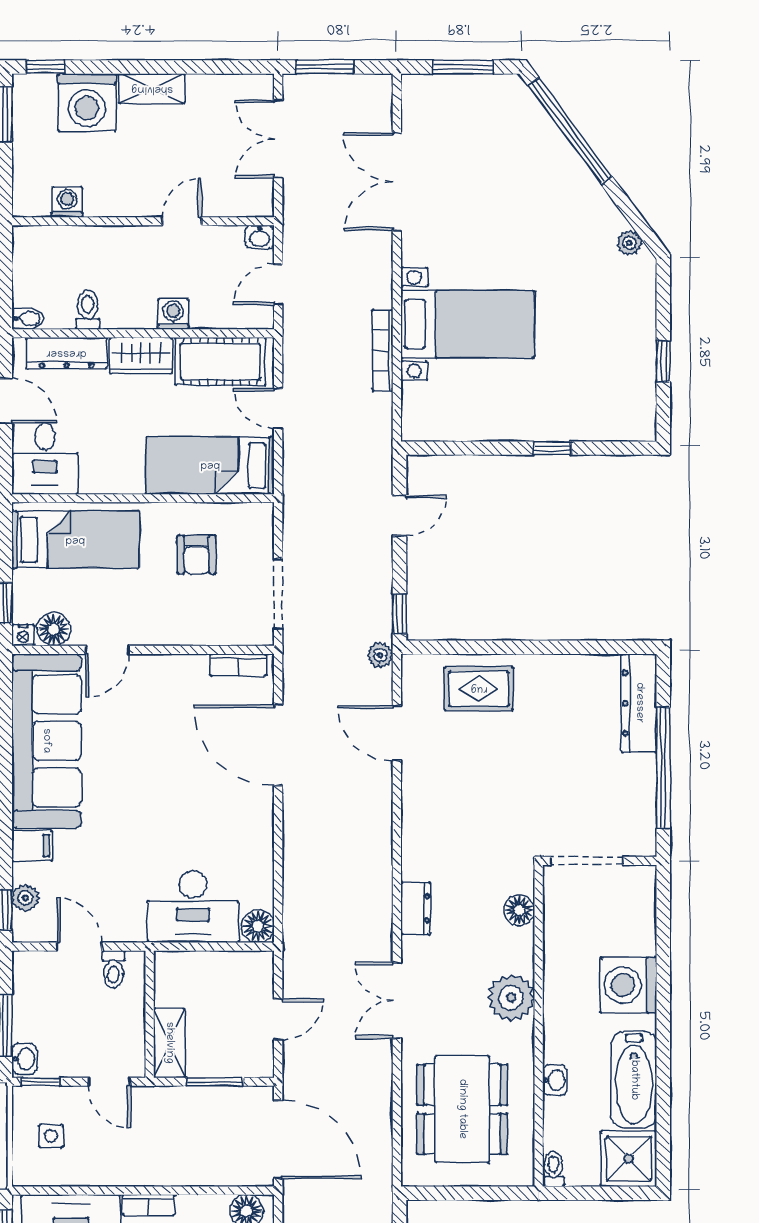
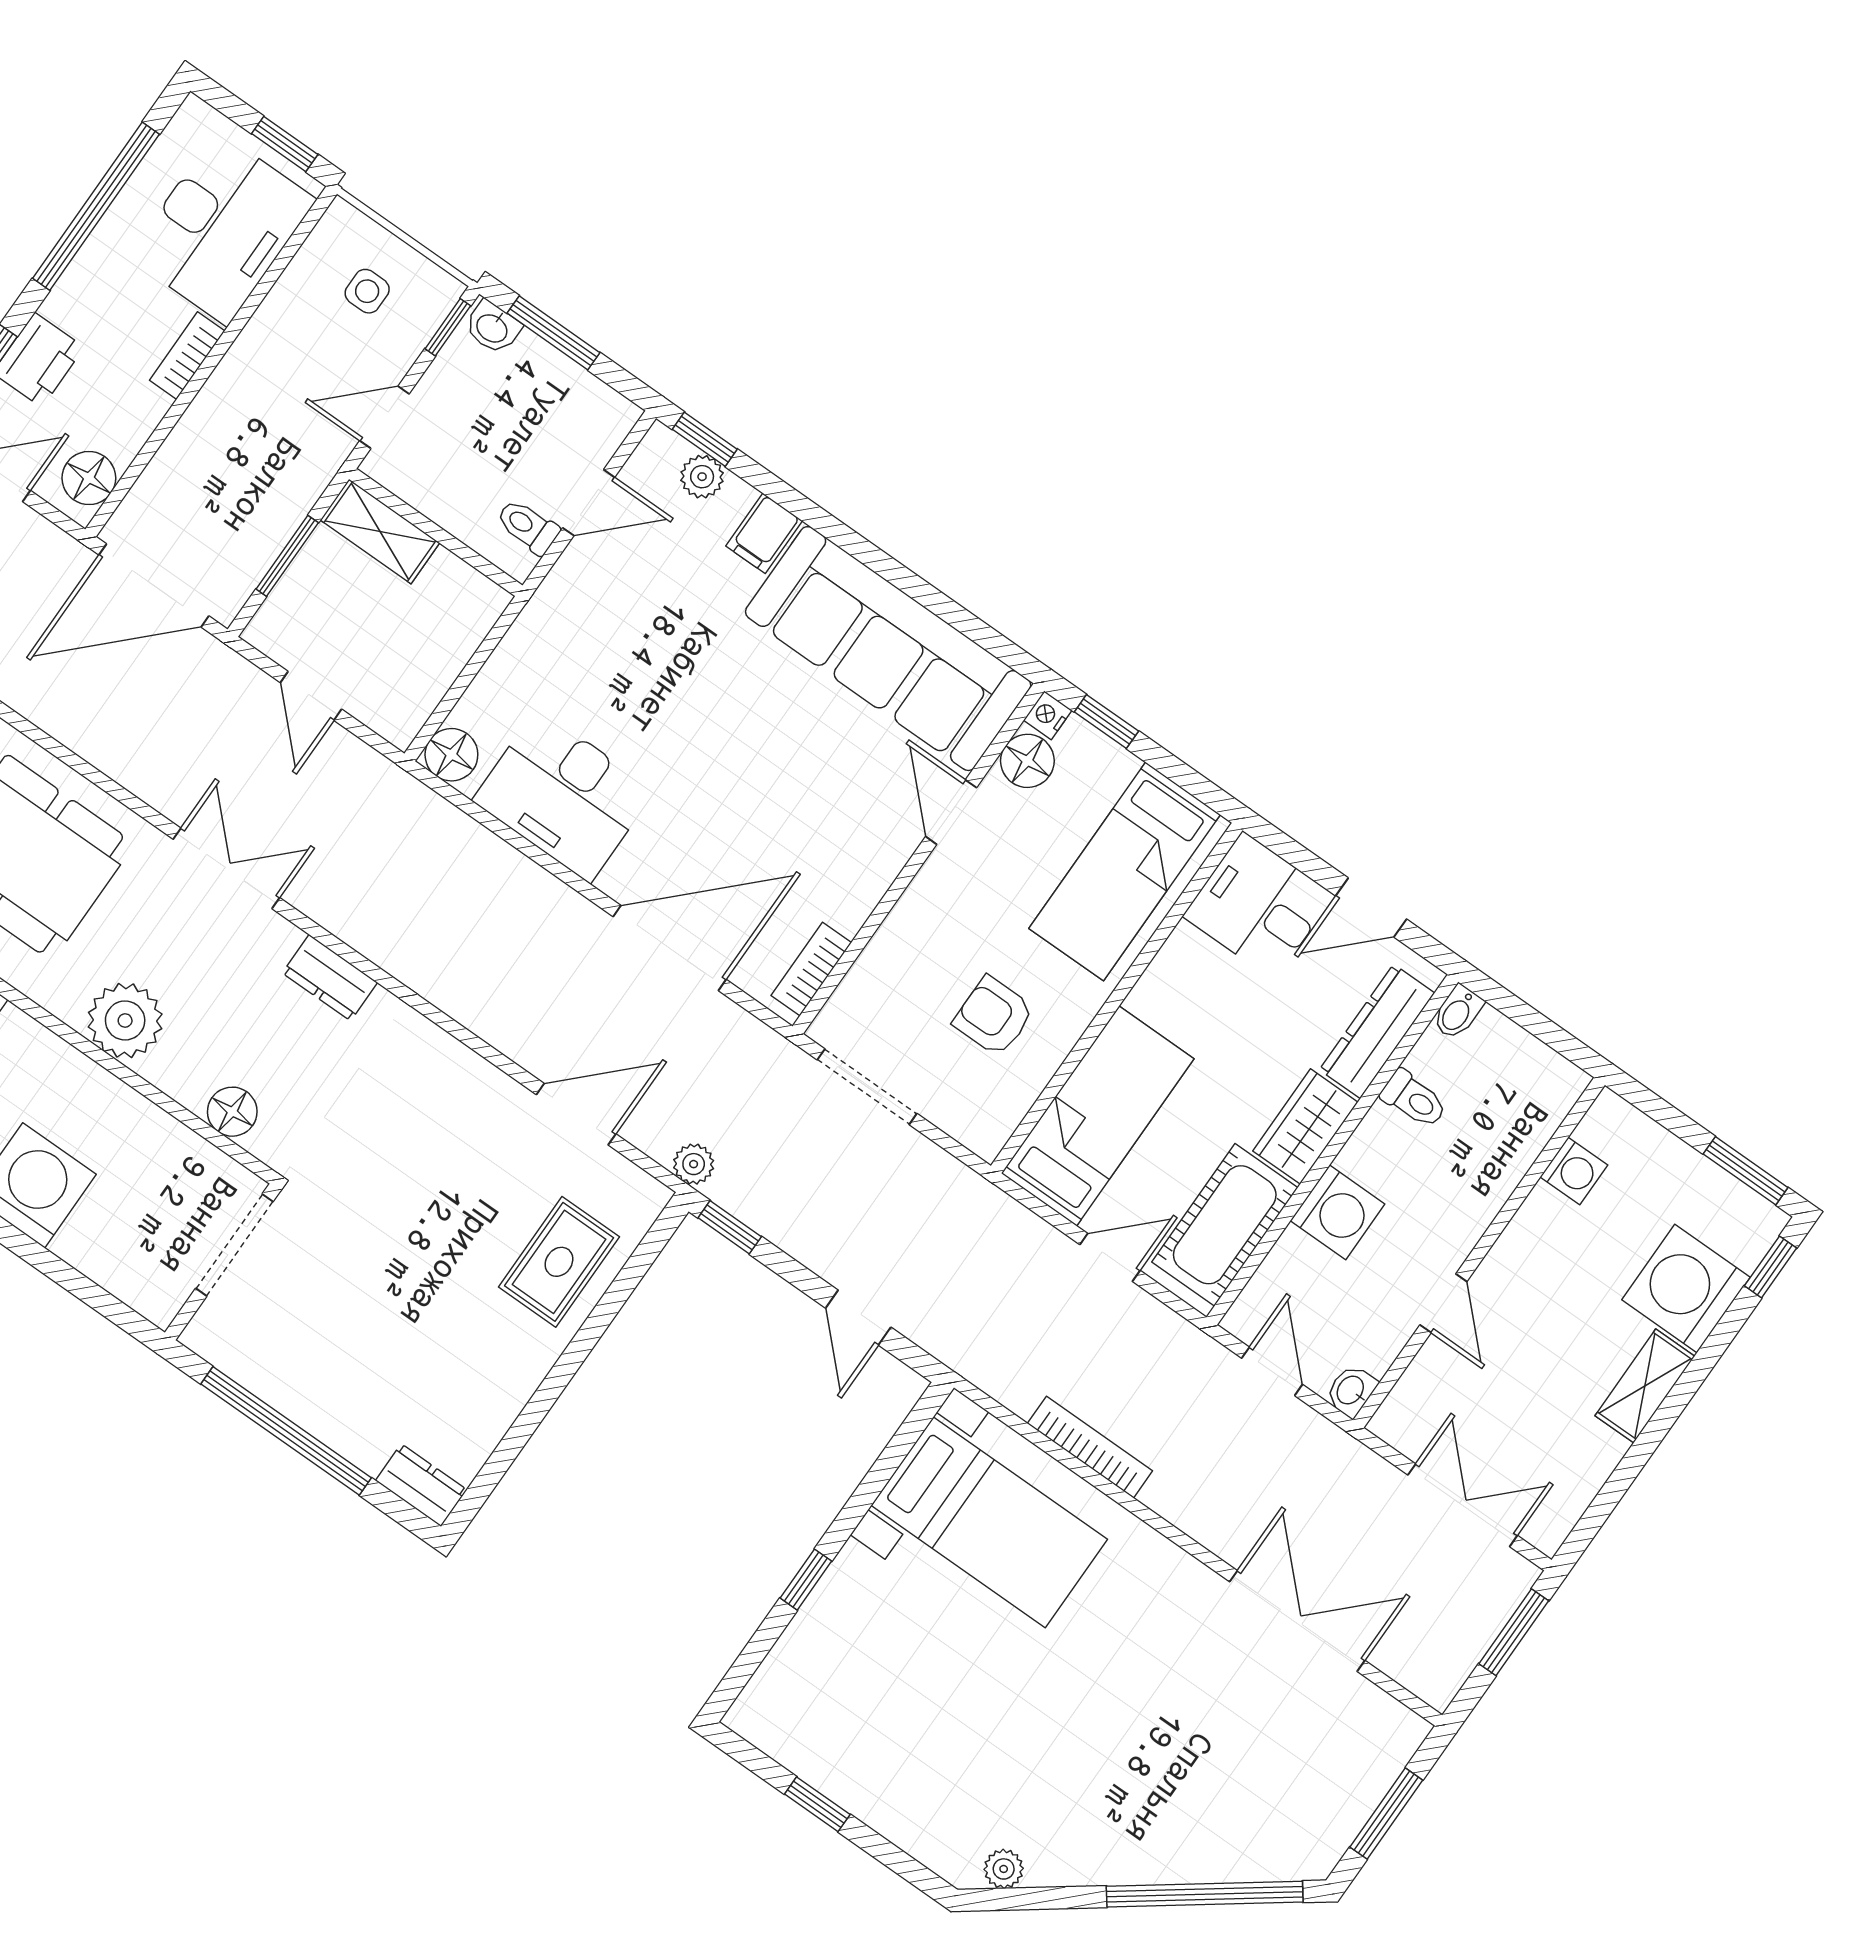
washing machine: (173, 314) -> (1338, 1212), width x1.38, depth x1.38
bed with nightstands: (468, 324) -> (989, 1522), moved, turned -90
dresser: (639, 703) -> (421, 1485), width x0.51, depth x0.80
desk: (193, 907) -> (564, 796), moved, turned -90

